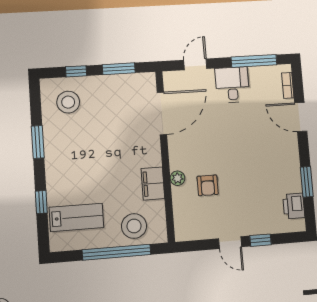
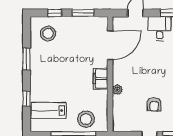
filing cabinet: (153, 184) -> (101, 79), moved
armchair: (208, 185) -> (154, 104), moved
lab bench: (76, 217) -> (49, 110), turned 180

